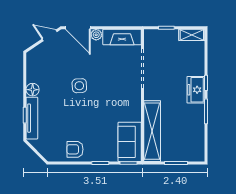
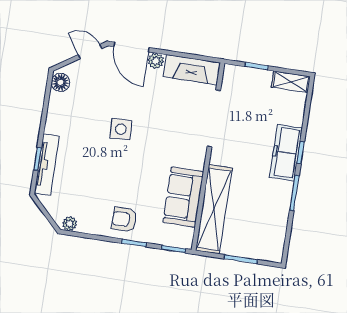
floor lamp: (33, 90) -> (60, 82), moved
freezer: (196, 90) -> (286, 153), width x1.40
sofa: (130, 142) -> (183, 197), moved
armchair: (75, 149) -> (124, 219), moved
plant: (54, 157) -> (70, 224), added

